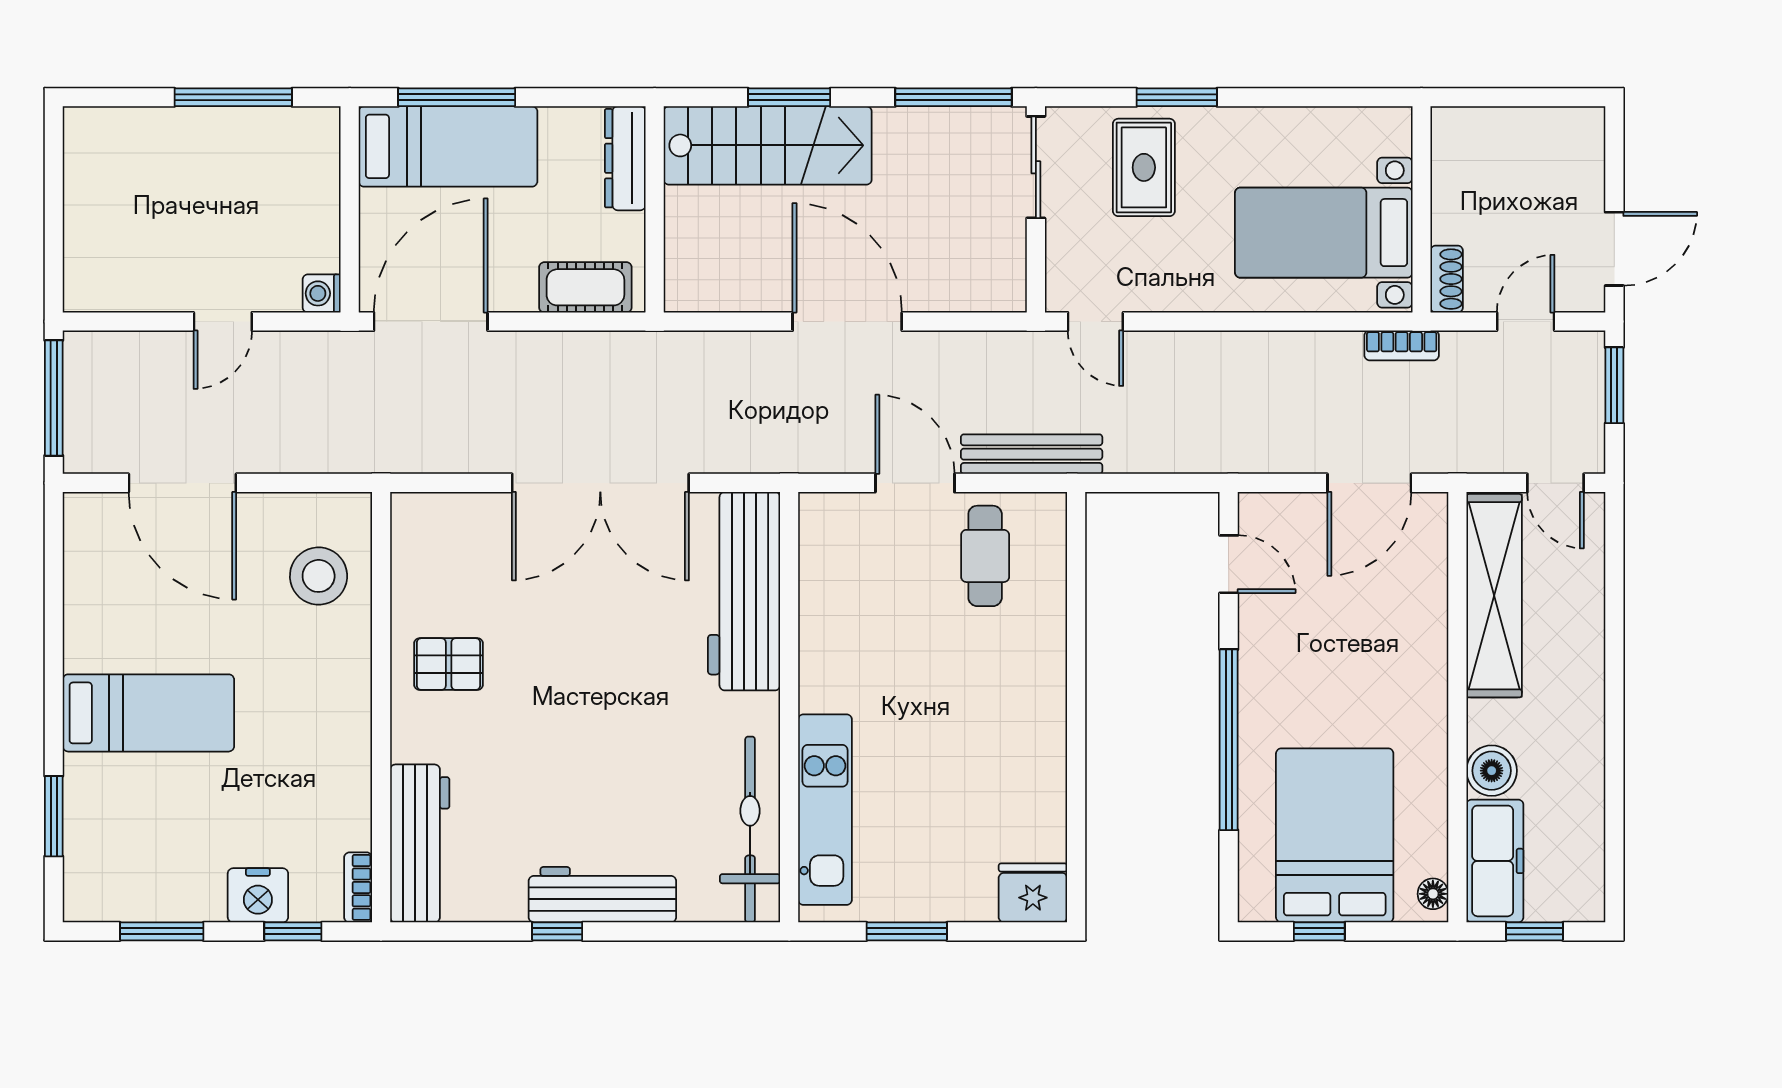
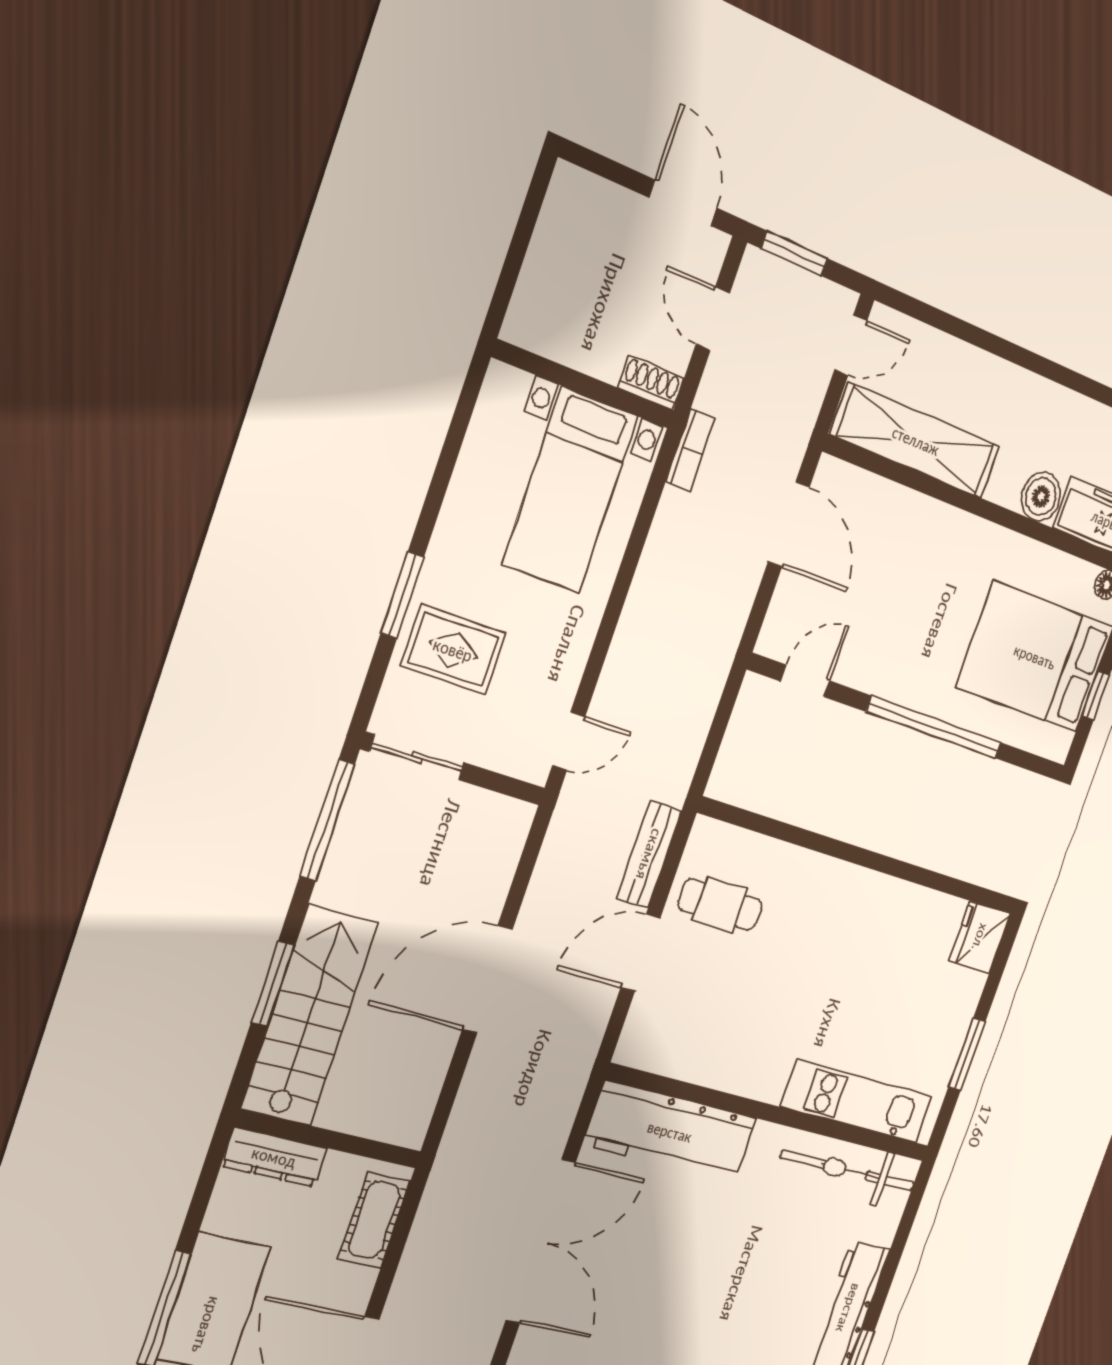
bench: (1032, 454) -> (649, 854), width x0.73

